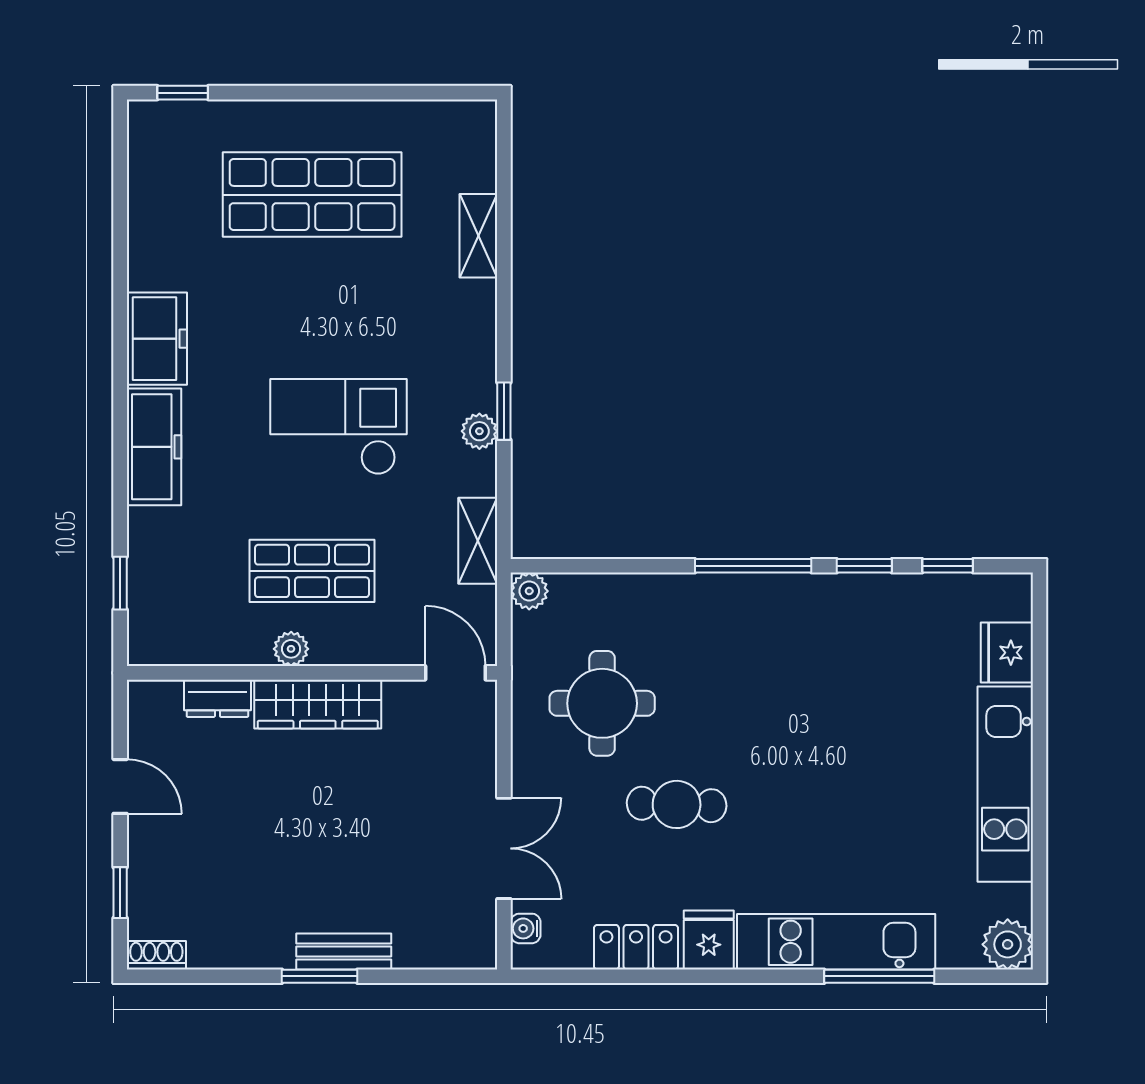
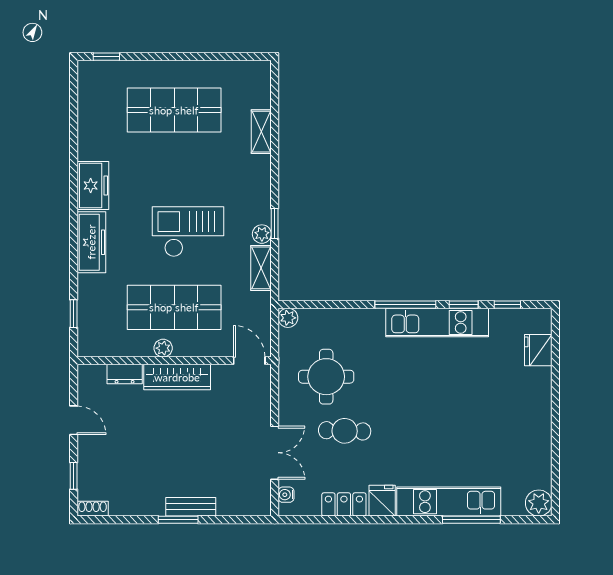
shelving: (478, 541) -> (261, 268), moved
shop shelf: (312, 571) -> (174, 307), width x1.43, depth x1.36
kitchen unit: (1005, 784) -> (437, 323), moved, turned -90
cafe table: (677, 804) -> (345, 431), moved

